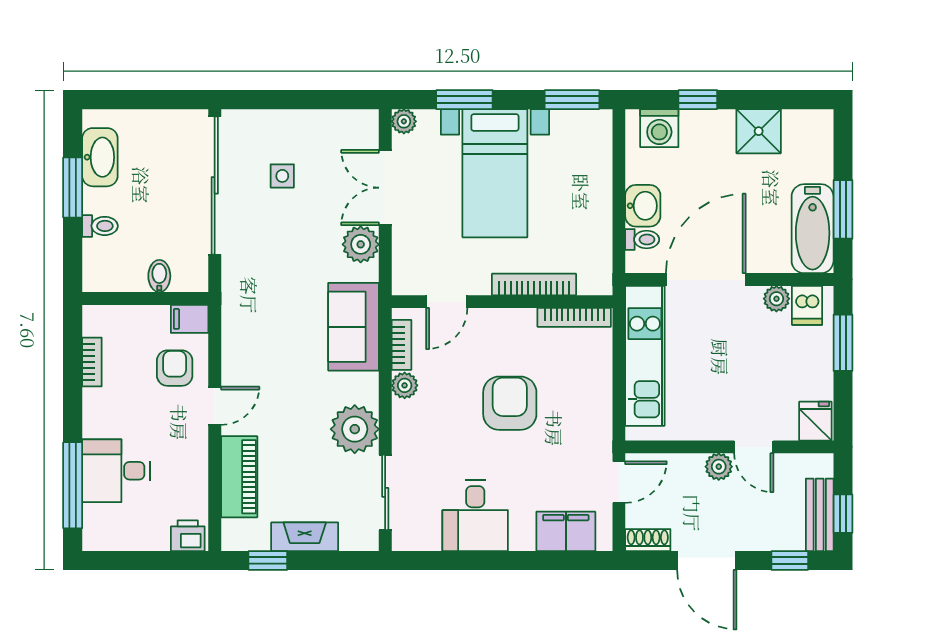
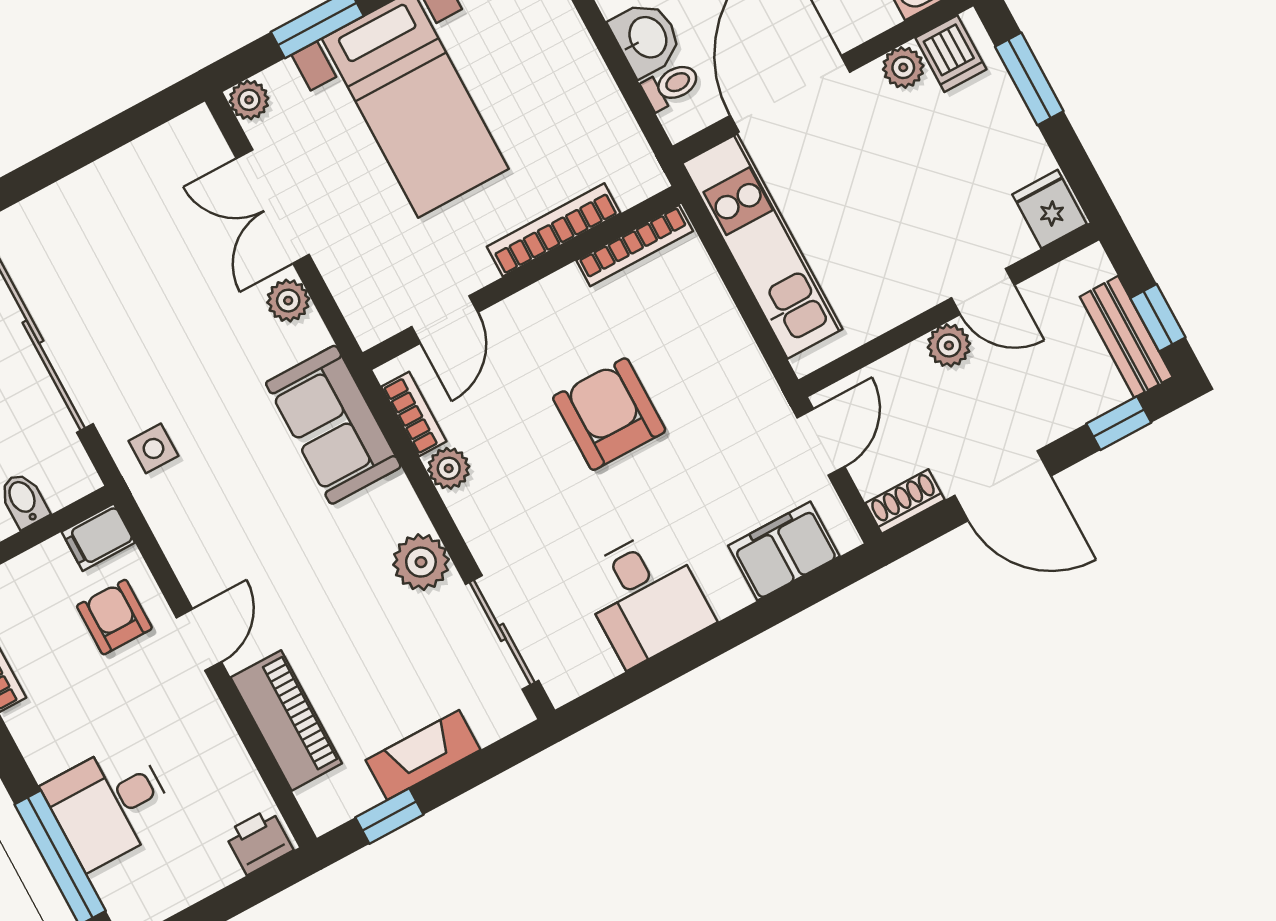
side table: (282, 176) -> (153, 448), moved
plant: (361, 244) -> (288, 301), width x0.73, depth x0.73
plant: (355, 429) -> (421, 562), width x0.73, depth x0.73

